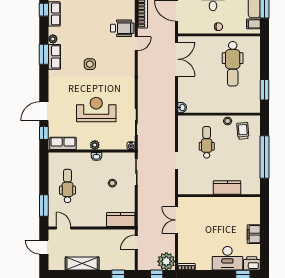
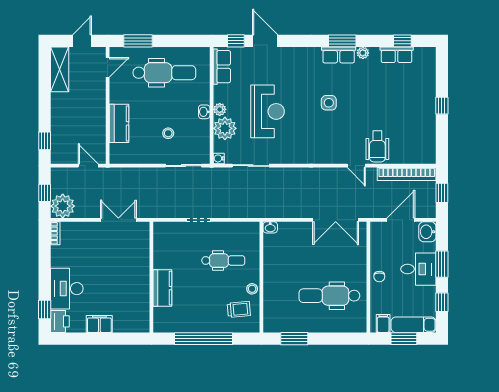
plant: (109, 141) -> (225, 128), added
dental chair: (68, 186) -> (164, 73), width x1.36, depth x1.38
kitchen counter: (121, 220) -> (119, 123), moved
shelving: (82, 264) -> (60, 69), moved

